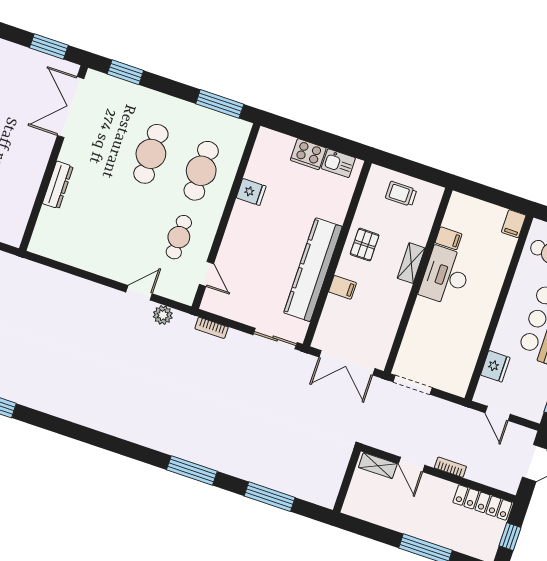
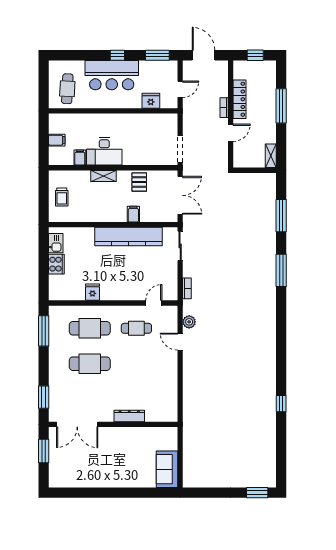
filing cabinet: (514, 224) -> (57, 140), moved
pallet: (365, 245) -> (139, 182), moved, turned 90
shelving: (378, 466) -> (271, 156), moved
locker: (482, 502) -> (240, 99), moved

